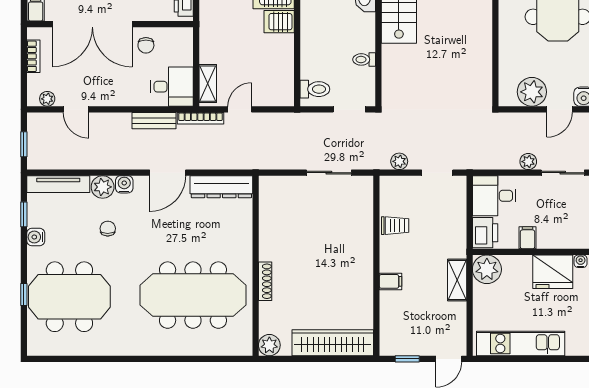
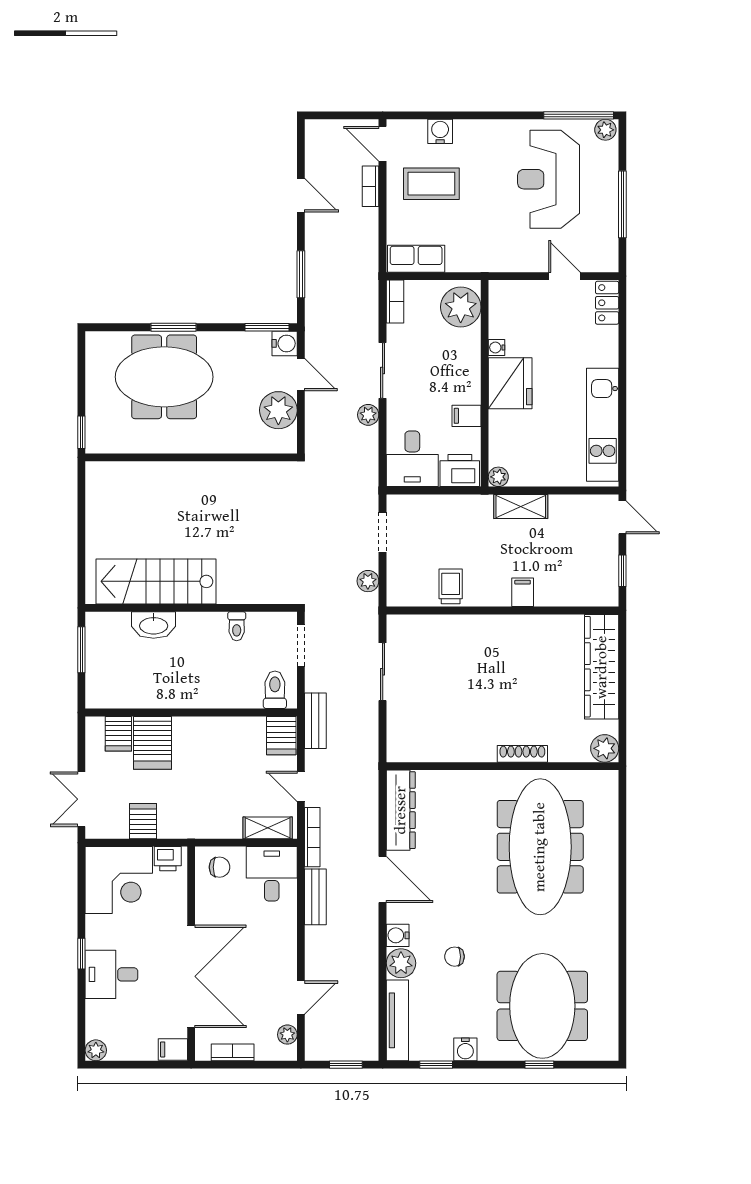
server rack: (279, 22) -> (281, 736), moved
chair: (146, 45) -> (219, 867), moved
bench: (291, 121) -> (315, 721), added
plant: (487, 269) -> (498, 477), width x0.53, depth x0.53

